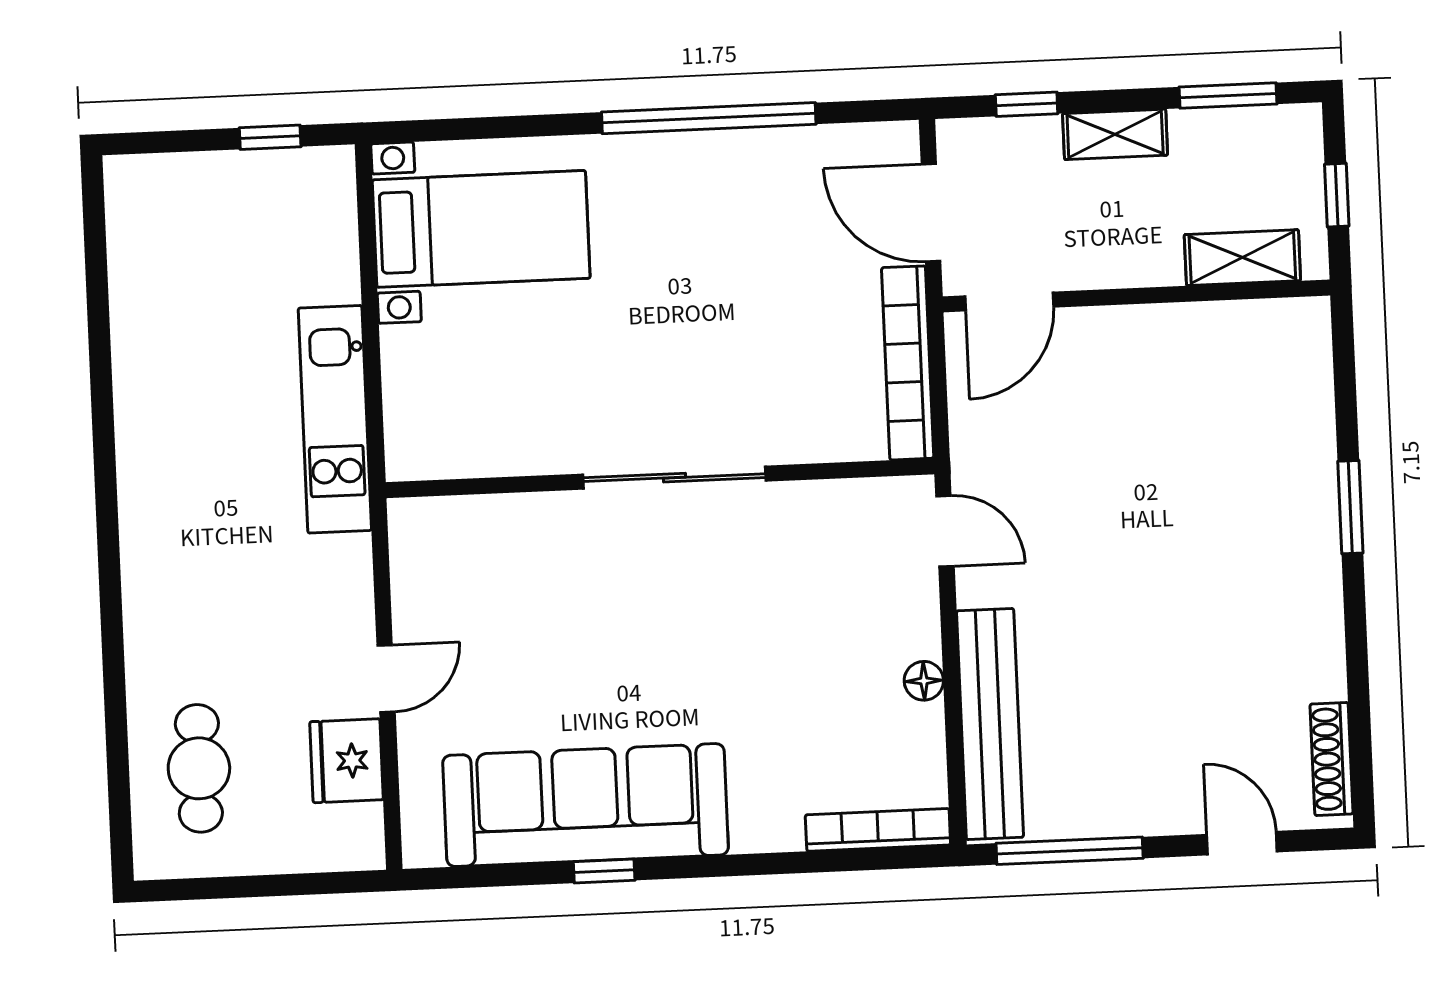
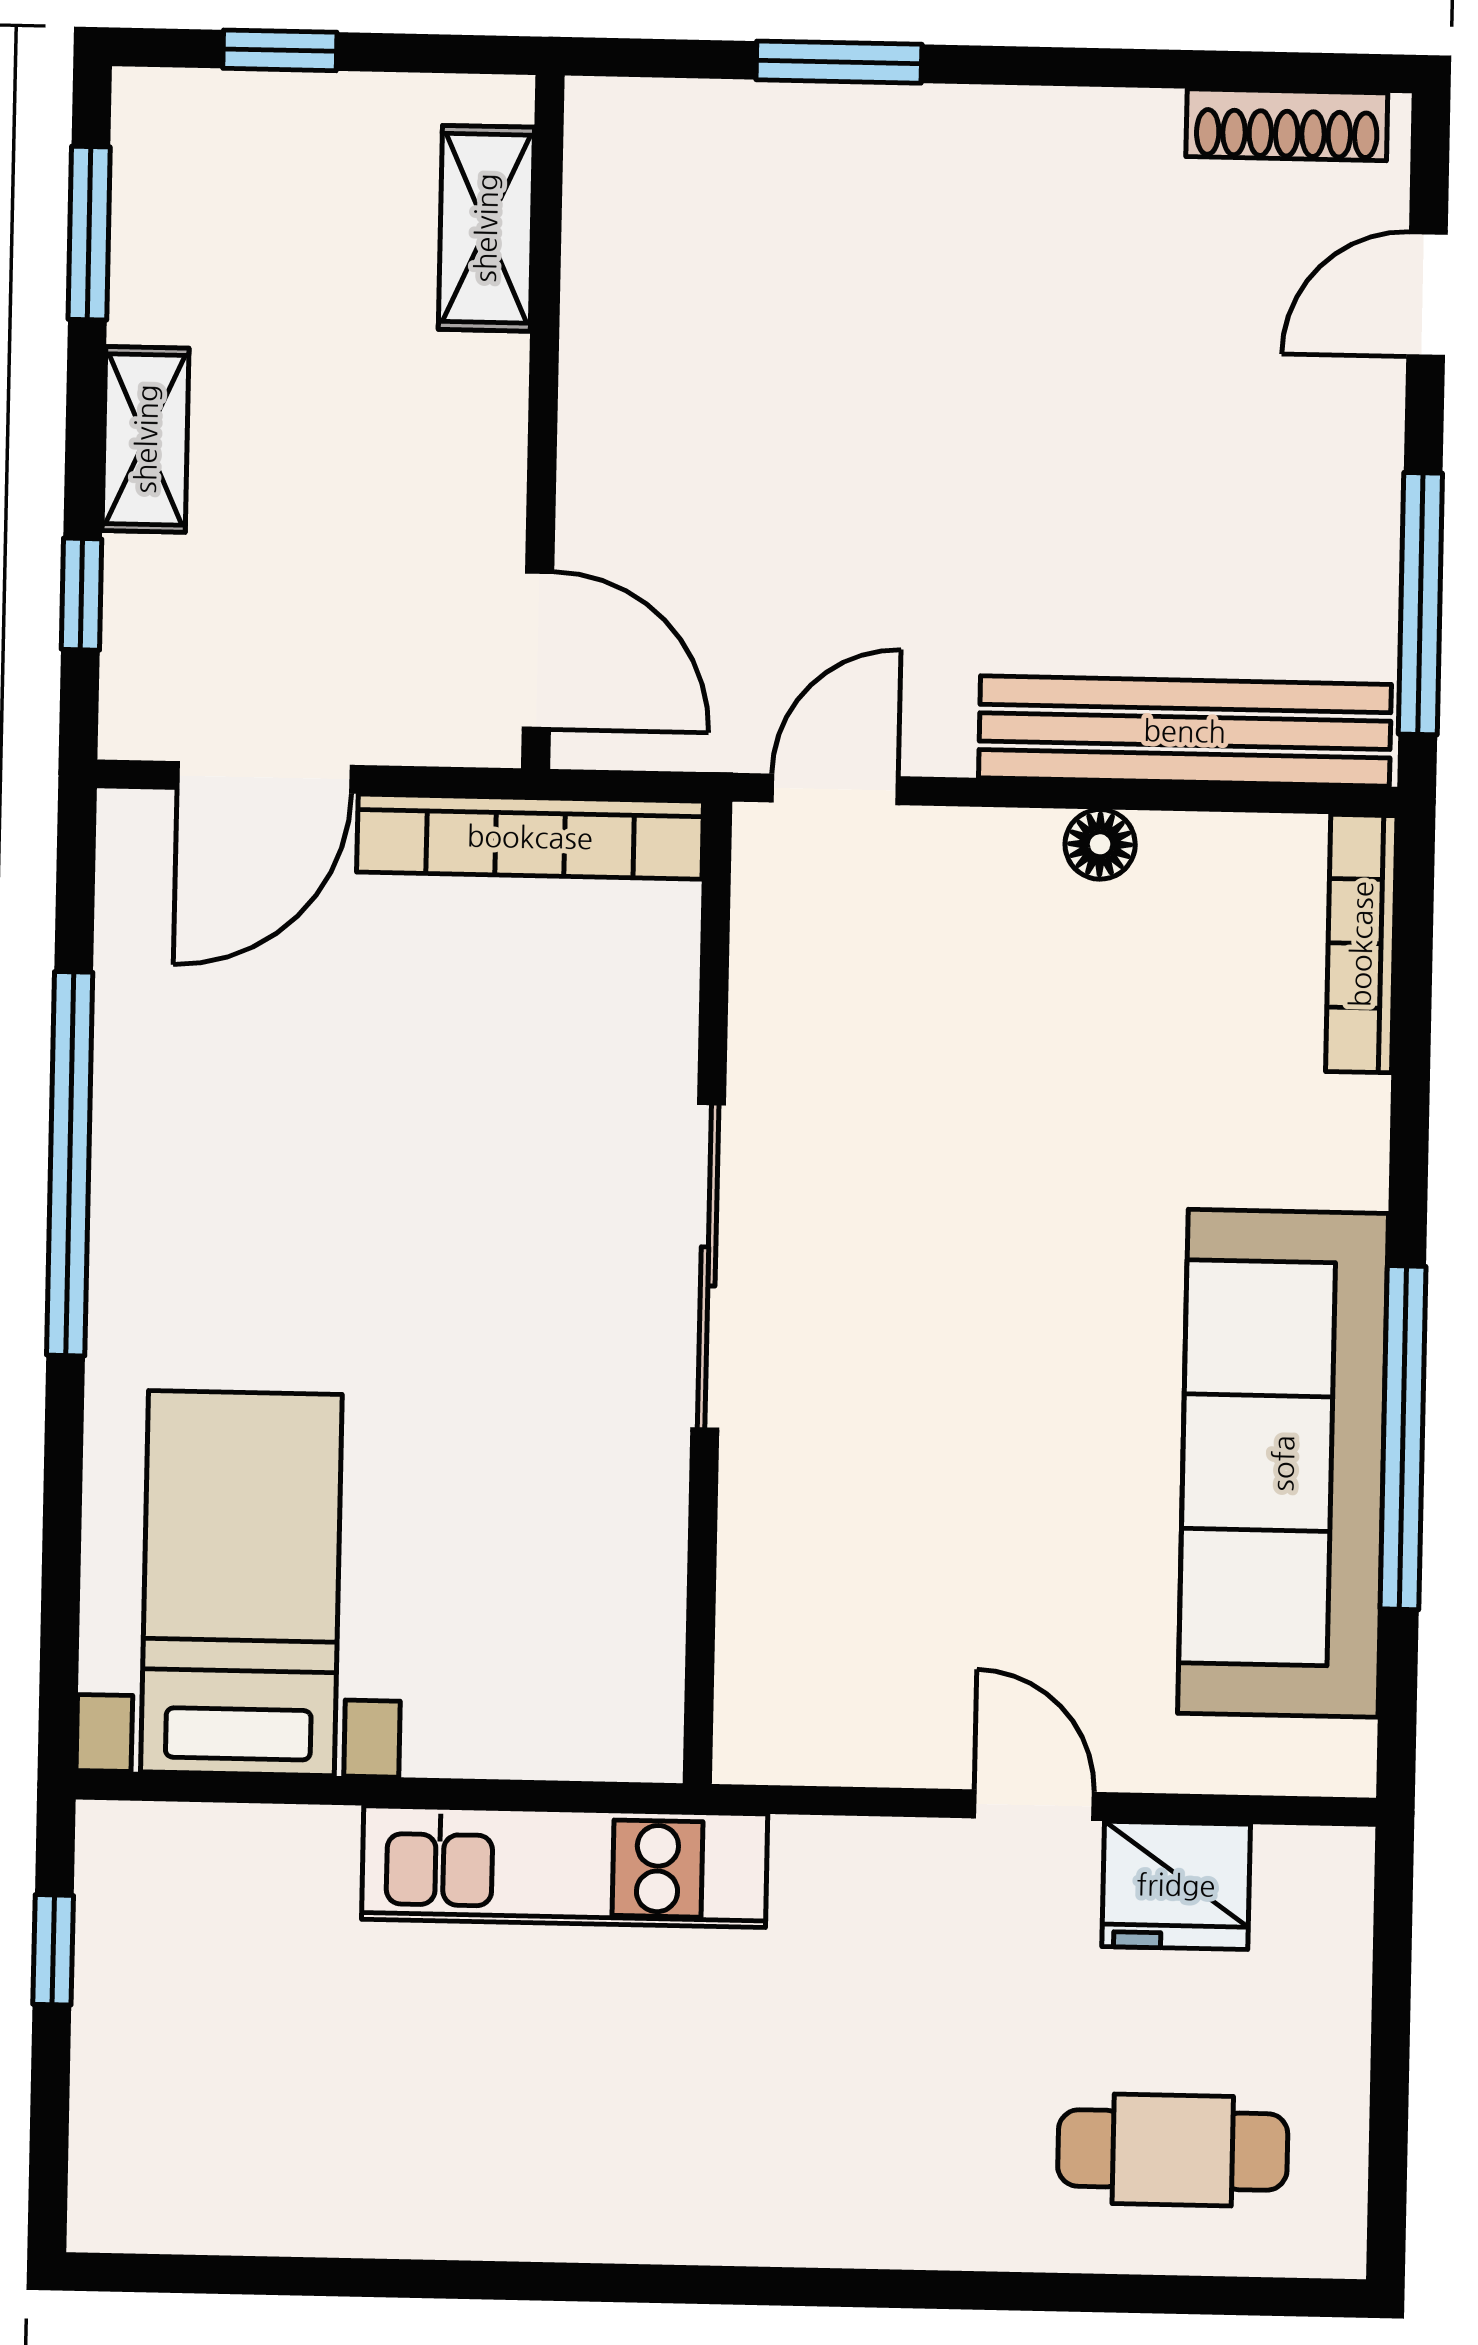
shelving: (1242, 258) -> (486, 228), moved
wall: (1137, 296) -> (543, 422), moved
door: (1009, 302) -> (538, 650), moved
window: (604, 871) -> (1403, 1438), width x3.17

